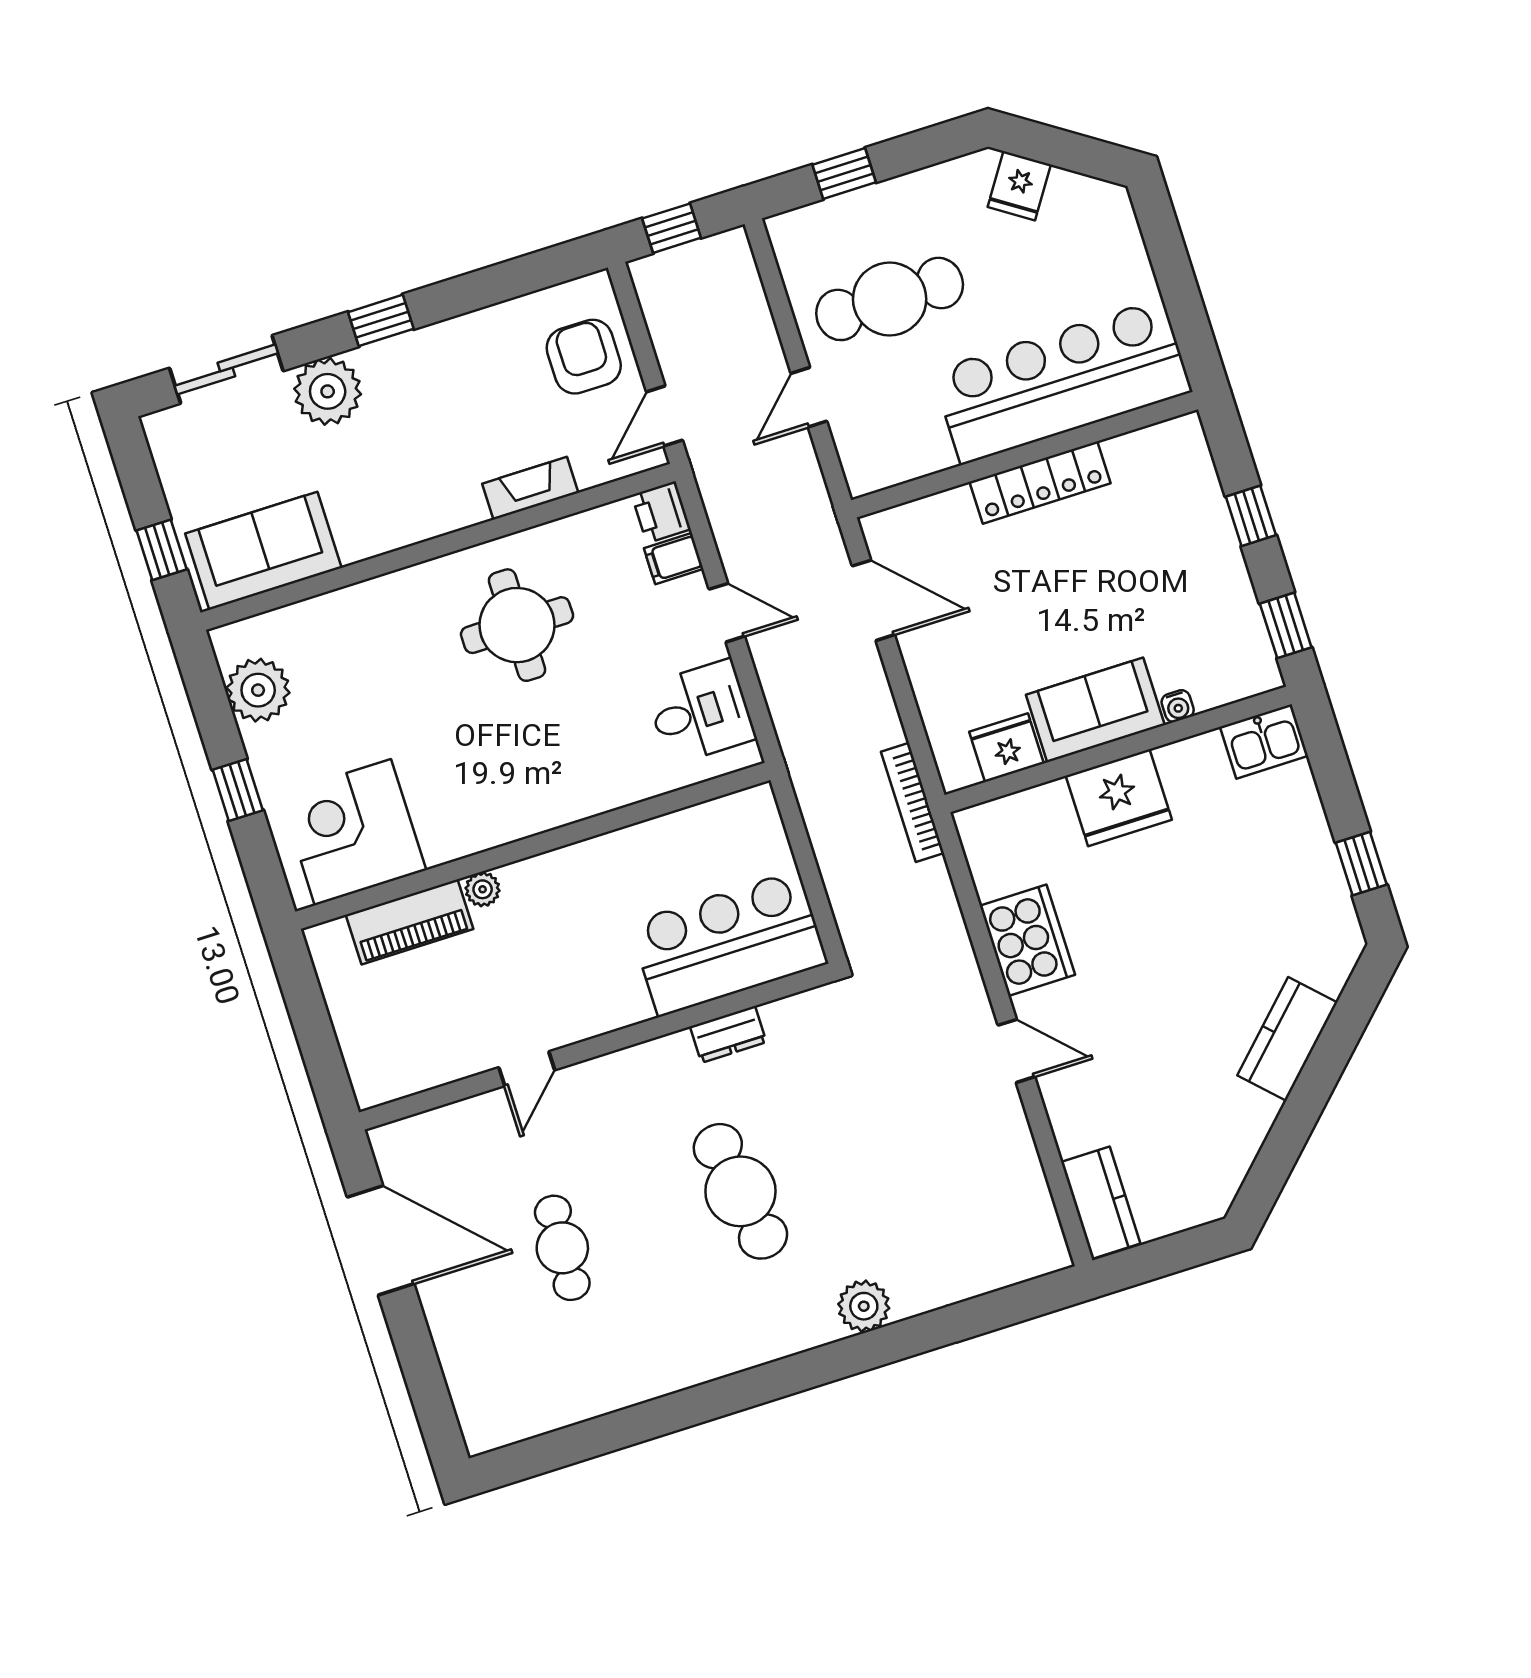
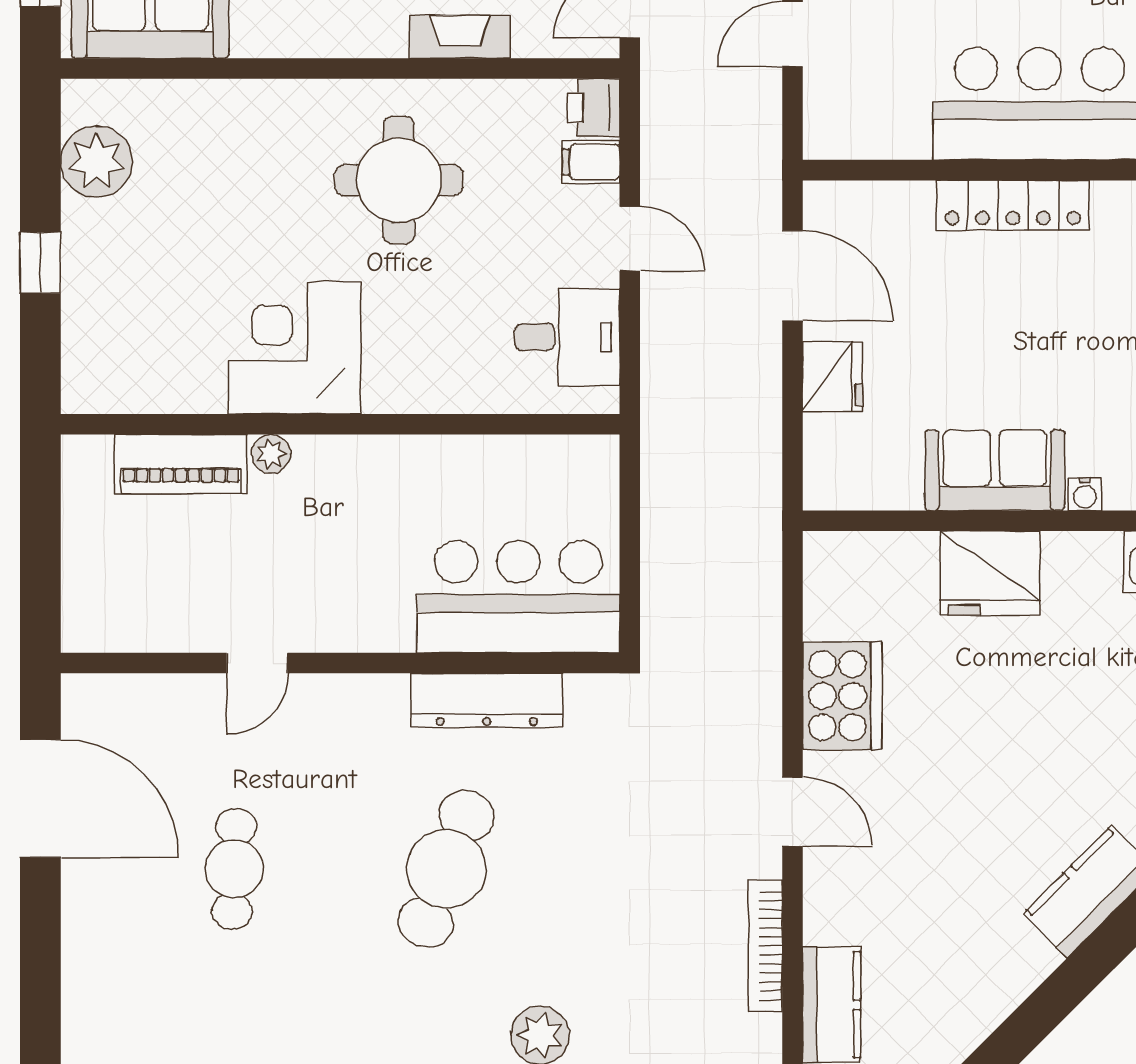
fridge: (1007, 748) -> (833, 377), moved, turned 90
bookcase: (912, 802) -> (765, 946), moved
corner desk: (353, 832) -> (295, 348), moved
dresser: (728, 1034) -> (487, 700), width x1.96, depth x1.24
cafe table: (740, 1191) -> (446, 869), turned 30

